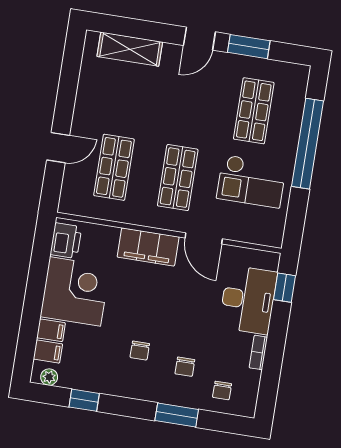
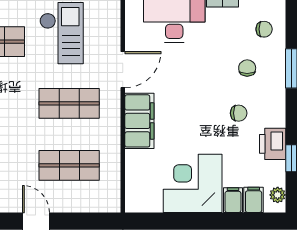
door: (58, 148) -> (36, 221), moved
printer: (66, 241) -> (273, 144), moved, turned -90
chair: (185, 367) -> (247, 68), turned -90

